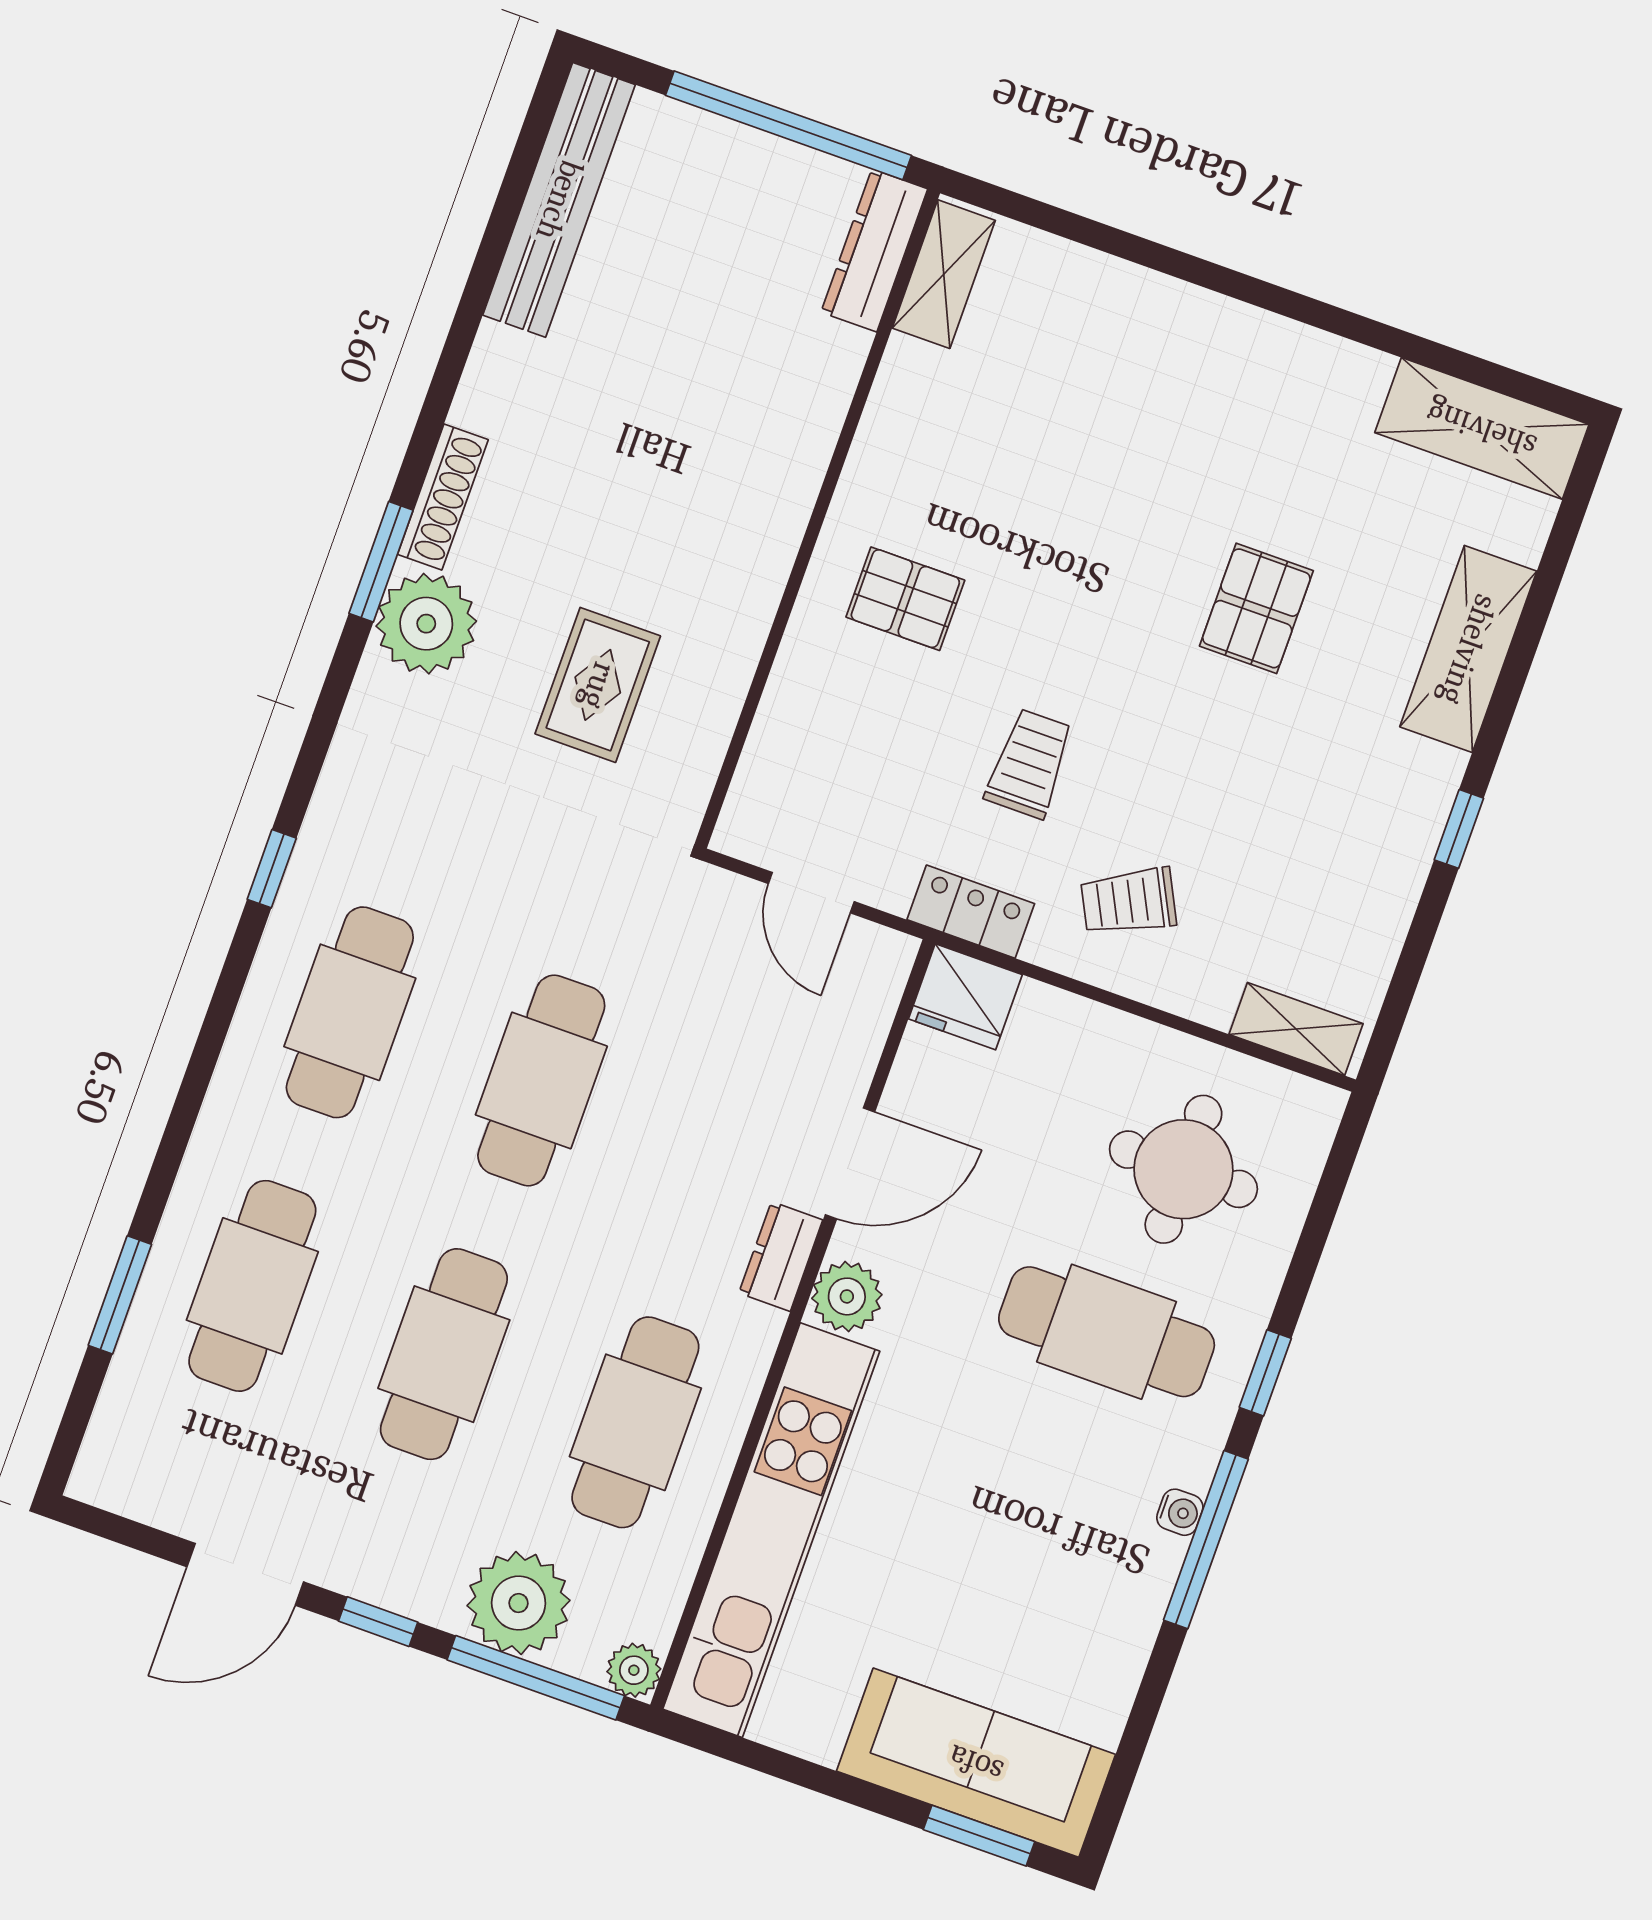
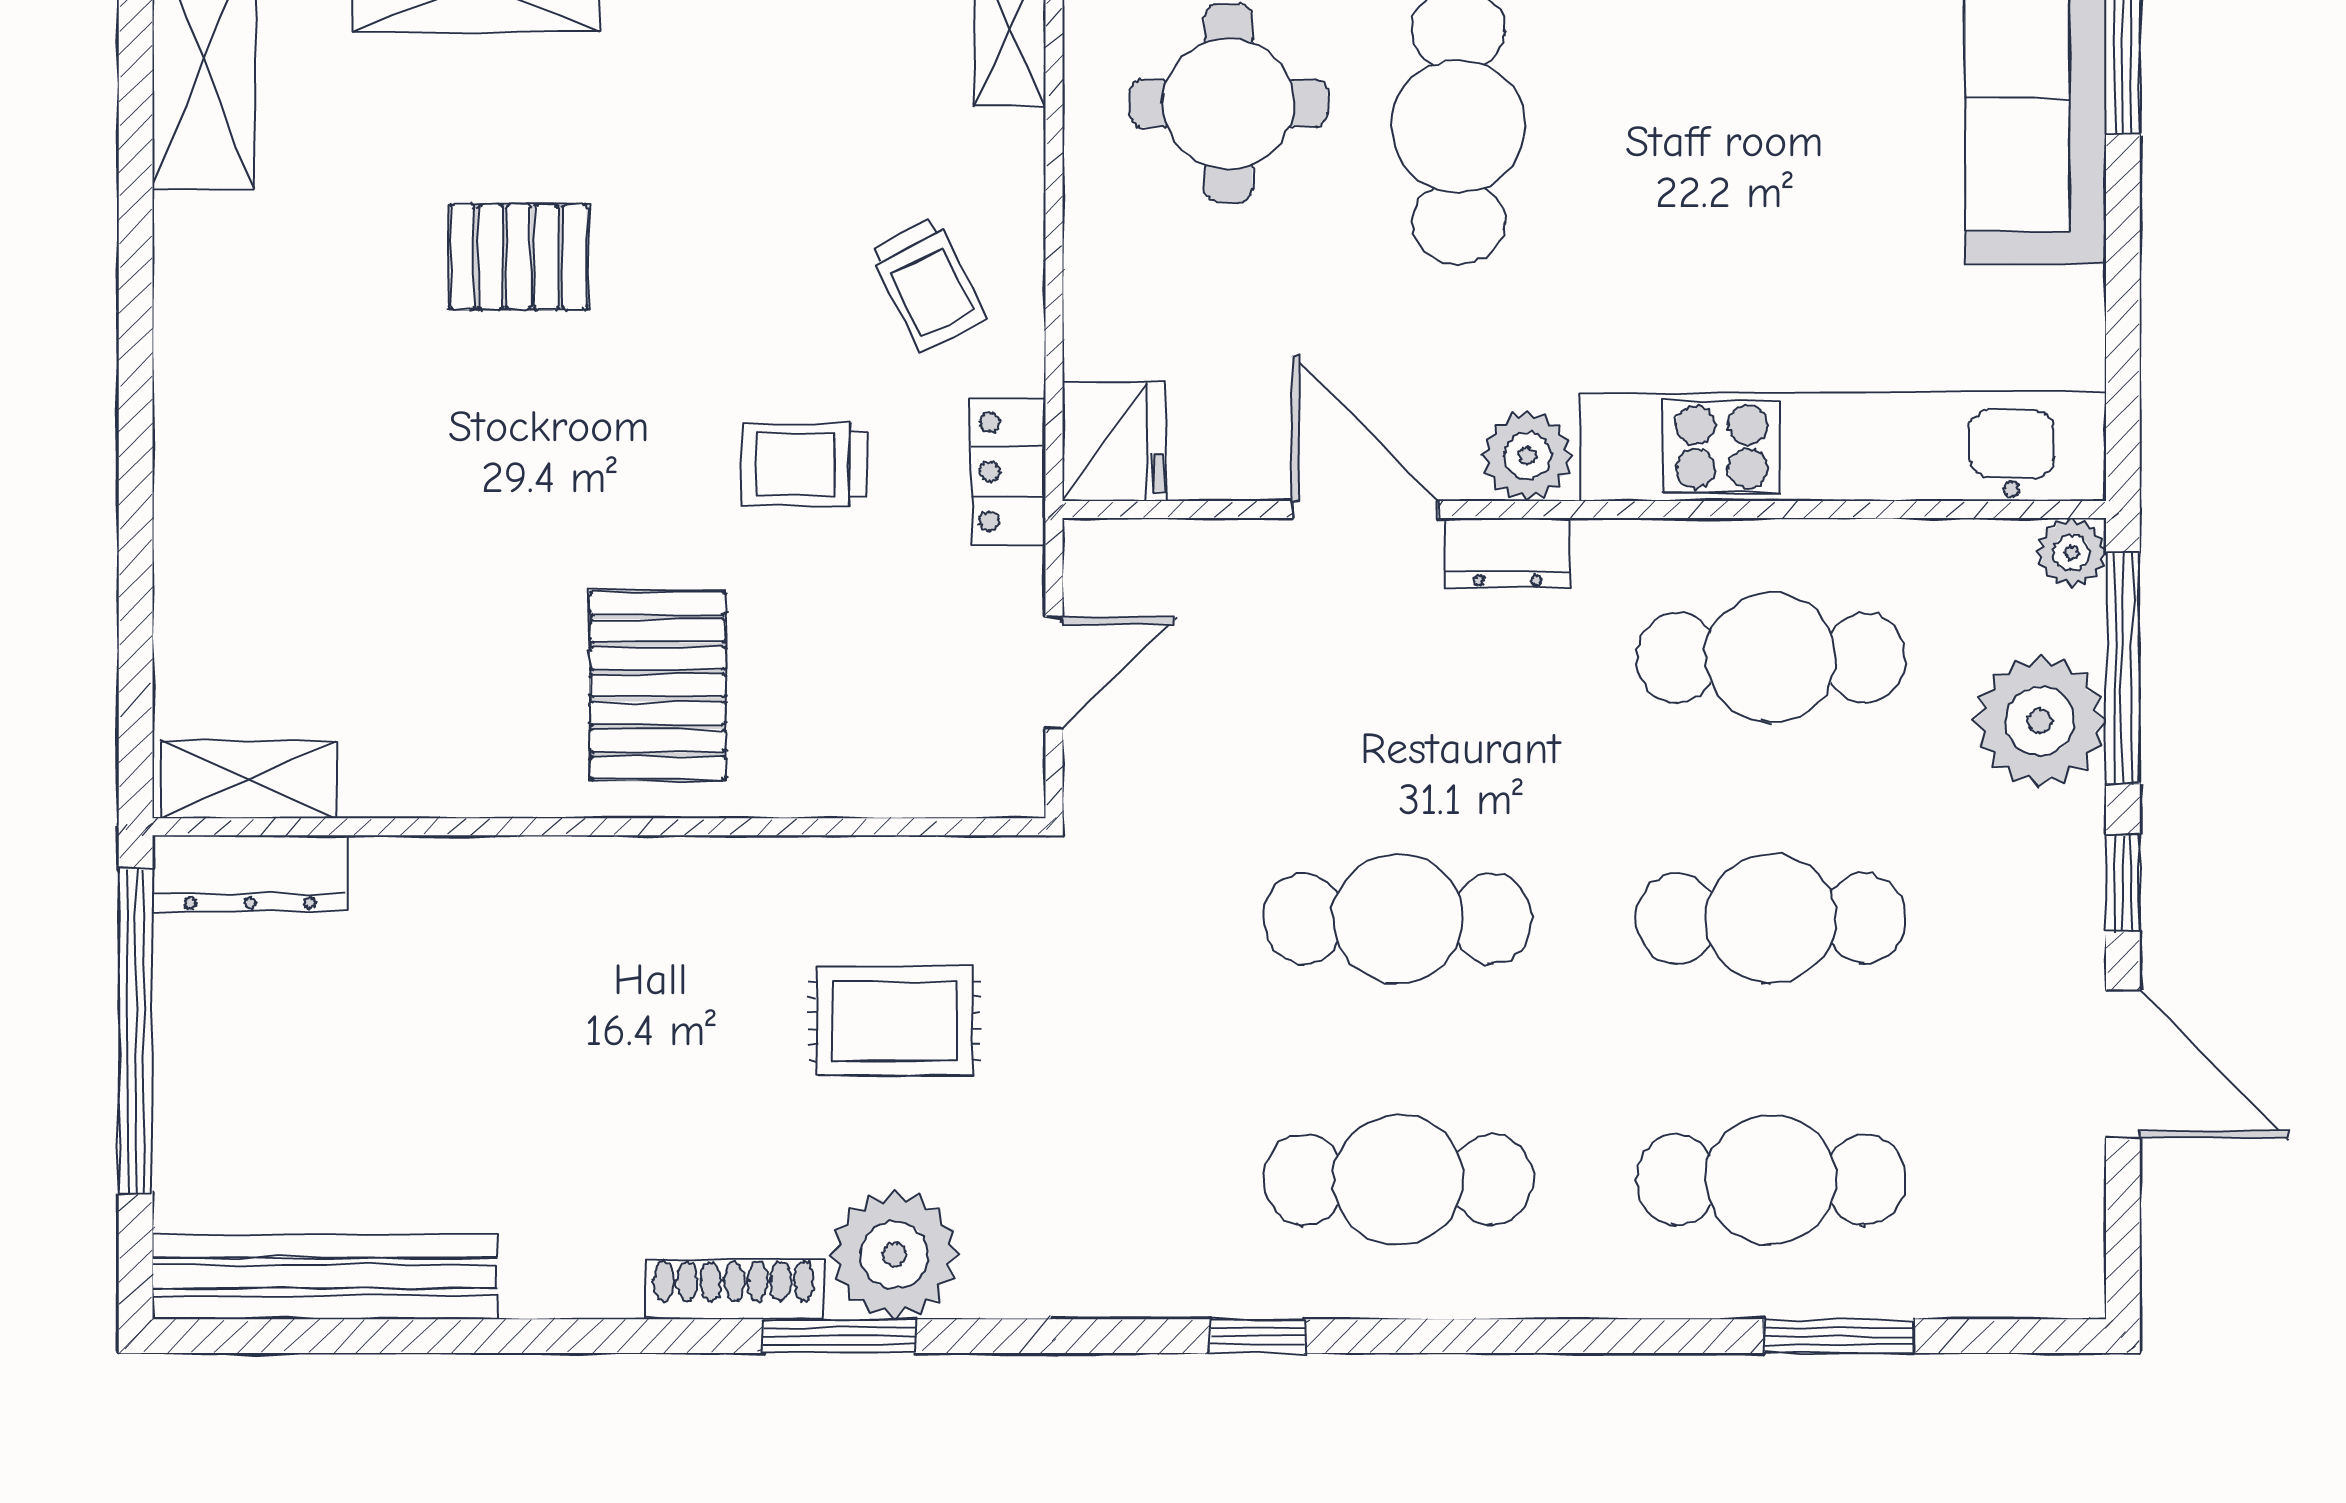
pallet: (905, 599) -> (658, 686), width x1.50, depth x1.42

